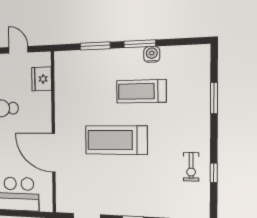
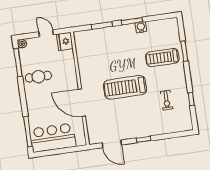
fridge: (42, 79) -> (65, 41), moved
treadmill: (141, 91) -> (162, 58), moved
exercise bike: (191, 167) -> (167, 100), moved

